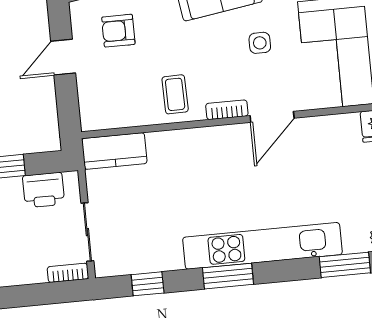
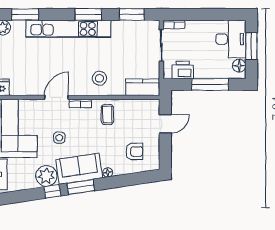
door: (63, 57) -> (165, 124), moved
stool: (196, 160) -> (99, 78), added
window: (148, 284) -> (132, 14), width x1.50

